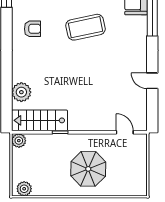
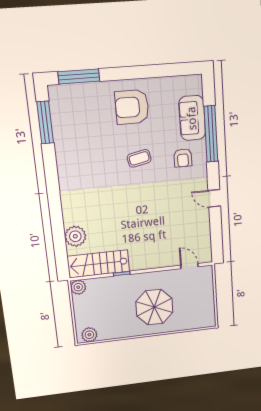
coffee table: (85, 27) -> (139, 158), width x0.54, depth x0.58
armchair: (32, 29) -> (183, 158), moved, turned 90
door: (152, 81) -> (214, 198), moved

